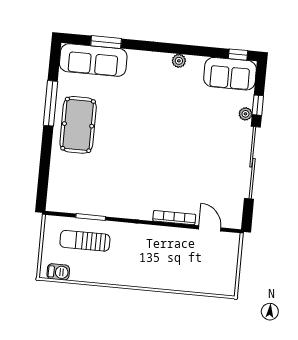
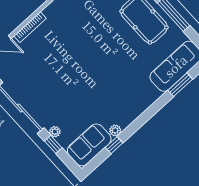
window: (238, 55) -> (114, 145), moved
plant: (179, 61) -> (115, 130), moved

